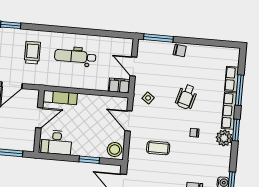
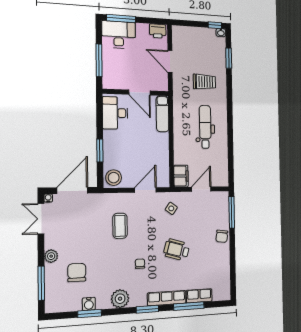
plant: (224, 138) -> (120, 299), moved

